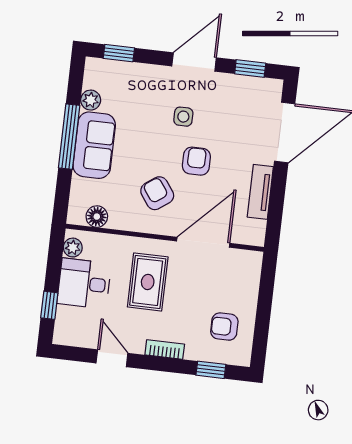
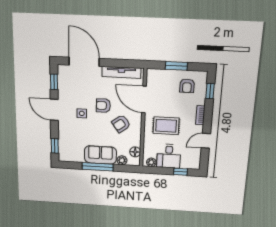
plant: (91, 100) -> (122, 160), moved
tv unit: (260, 192) -> (121, 72), width x1.41
window: (264, 308) -> (176, 66), added

